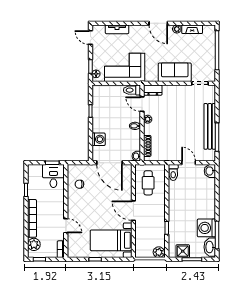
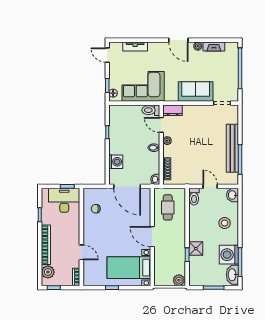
desk: (53, 176) -> (64, 200), width x1.37
stool: (202, 198) -> (225, 223), added
shower: (183, 251) -> (196, 249), moved

